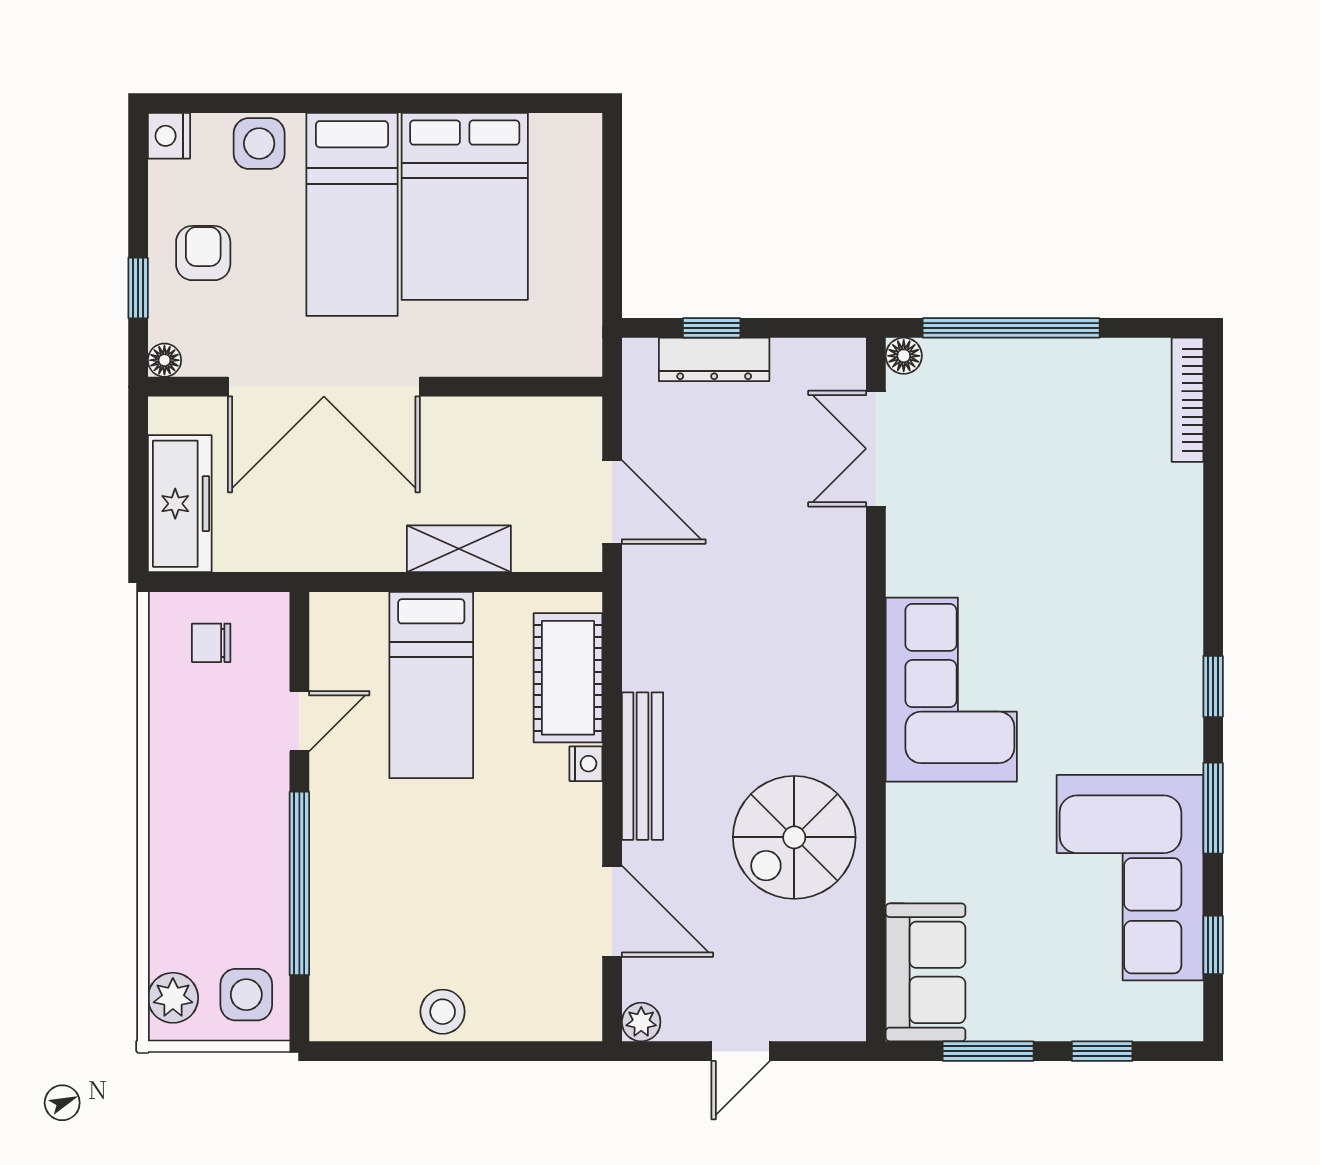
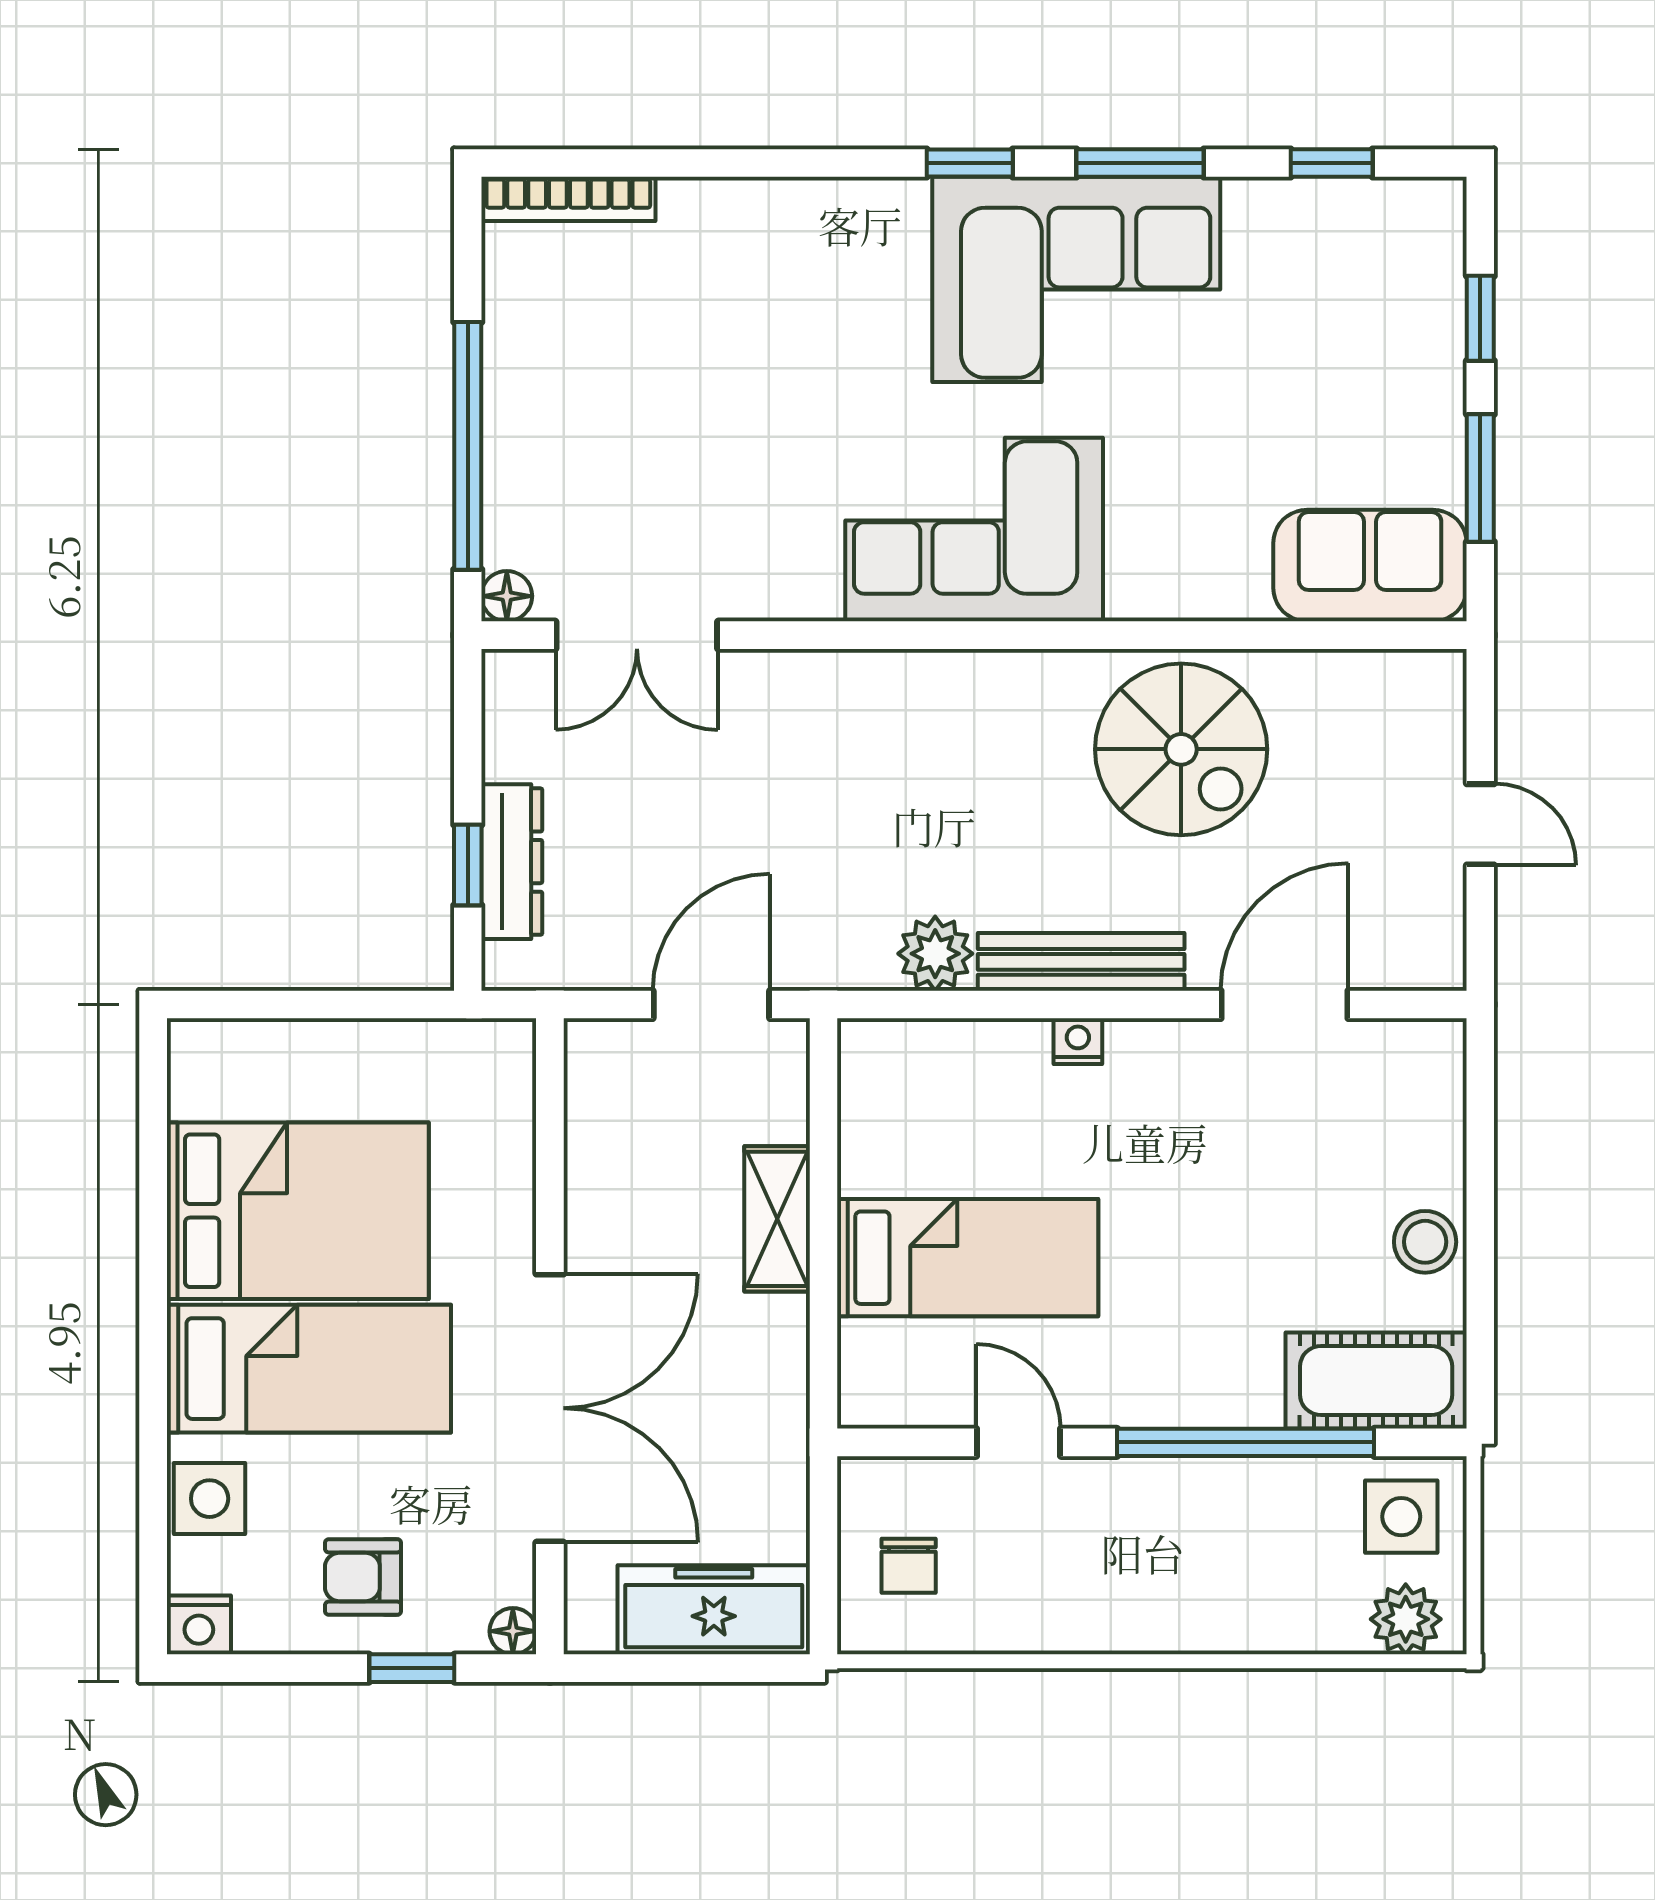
cot: (568, 678) -> (1376, 1381), moved
corner sofa: (1130, 878) -> (1076, 279), moved
plant: (641, 1022) -> (935, 954), moved, width x1.38, depth x1.38

